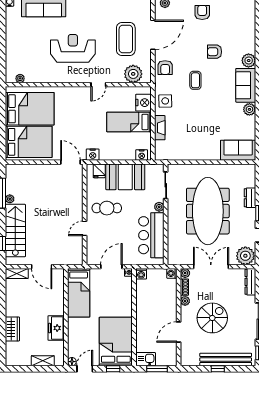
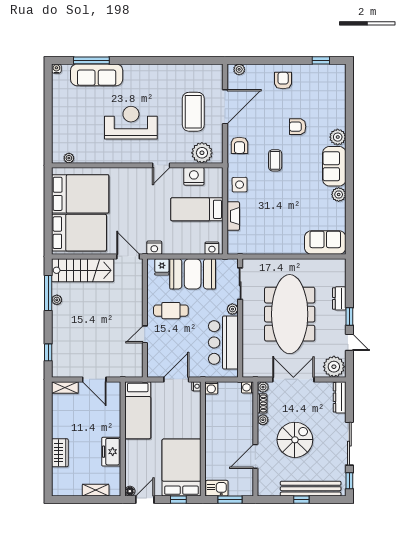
nightstand: (143, 103) -> (194, 176), moved, turned -90
stairs: (15, 231) -> (83, 270), moved, turned 90

